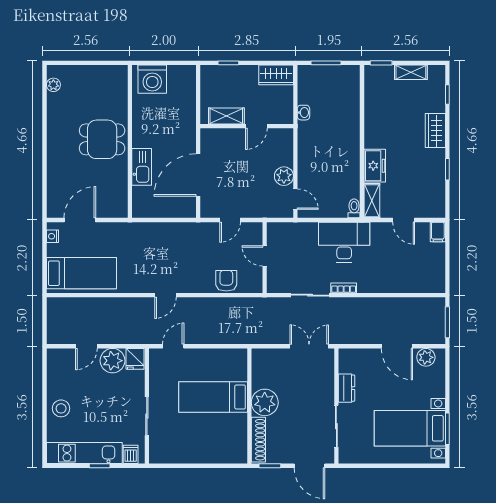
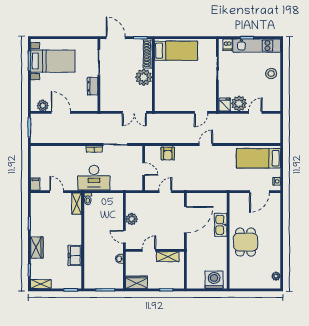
shelving: (411, 72) -> (41, 284), moved
dining table: (102, 139) -> (246, 242), turned 90
freezer: (375, 166) -> (75, 255), moved
door: (295, 199) -> (124, 237), moved
double door: (309, 346) -> (134, 112), moved
bed: (213, 397) -> (176, 51), moved

